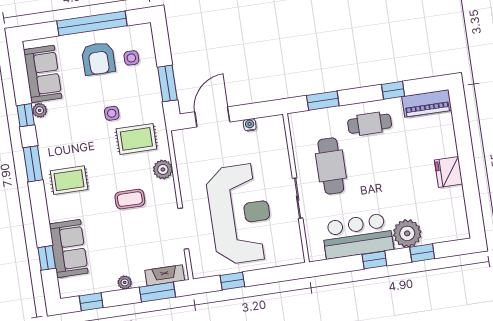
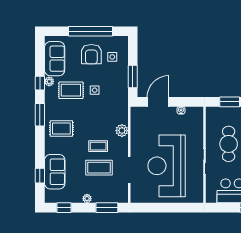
rug: (136, 139) -> (71, 90), moved
reception desk: (240, 214) -> (167, 166), turned 180
coffee table: (136, 232) -> (99, 168), added
fireplace: (165, 275) -> (113, 198), removed
window: (232, 281) -> (155, 208), removed

